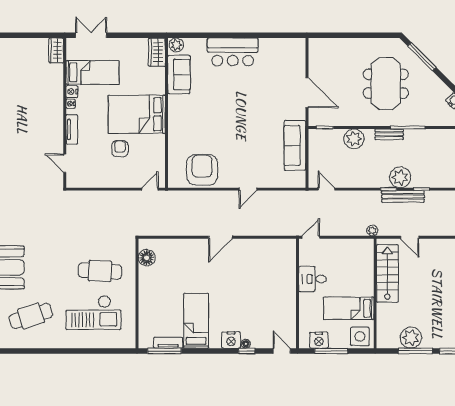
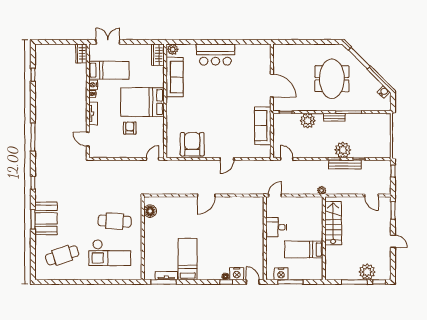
sofa: (179, 75) -> (175, 77), width x1.36
door: (410, 237) -> (372, 195), moved
side table: (360, 336) -> (312, 271), removed
plant: (411, 338) -> (367, 272), moved
nightstand: (231, 340) -> (237, 274), moved

